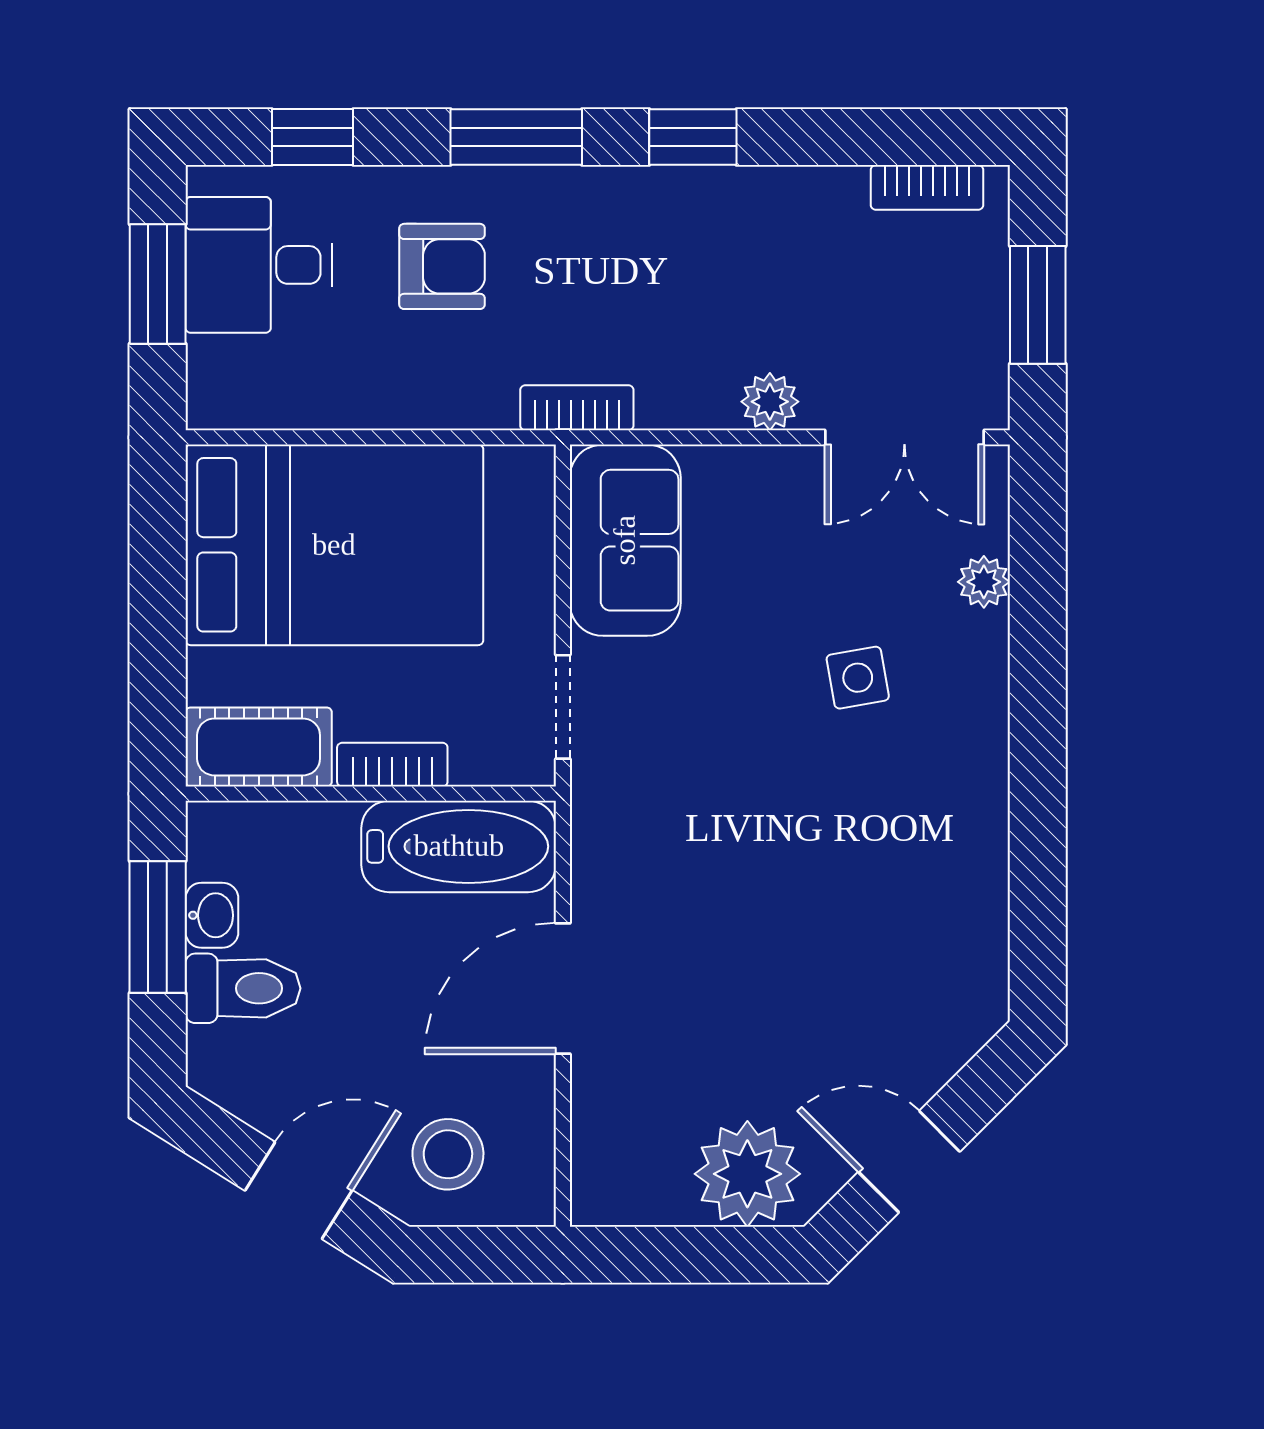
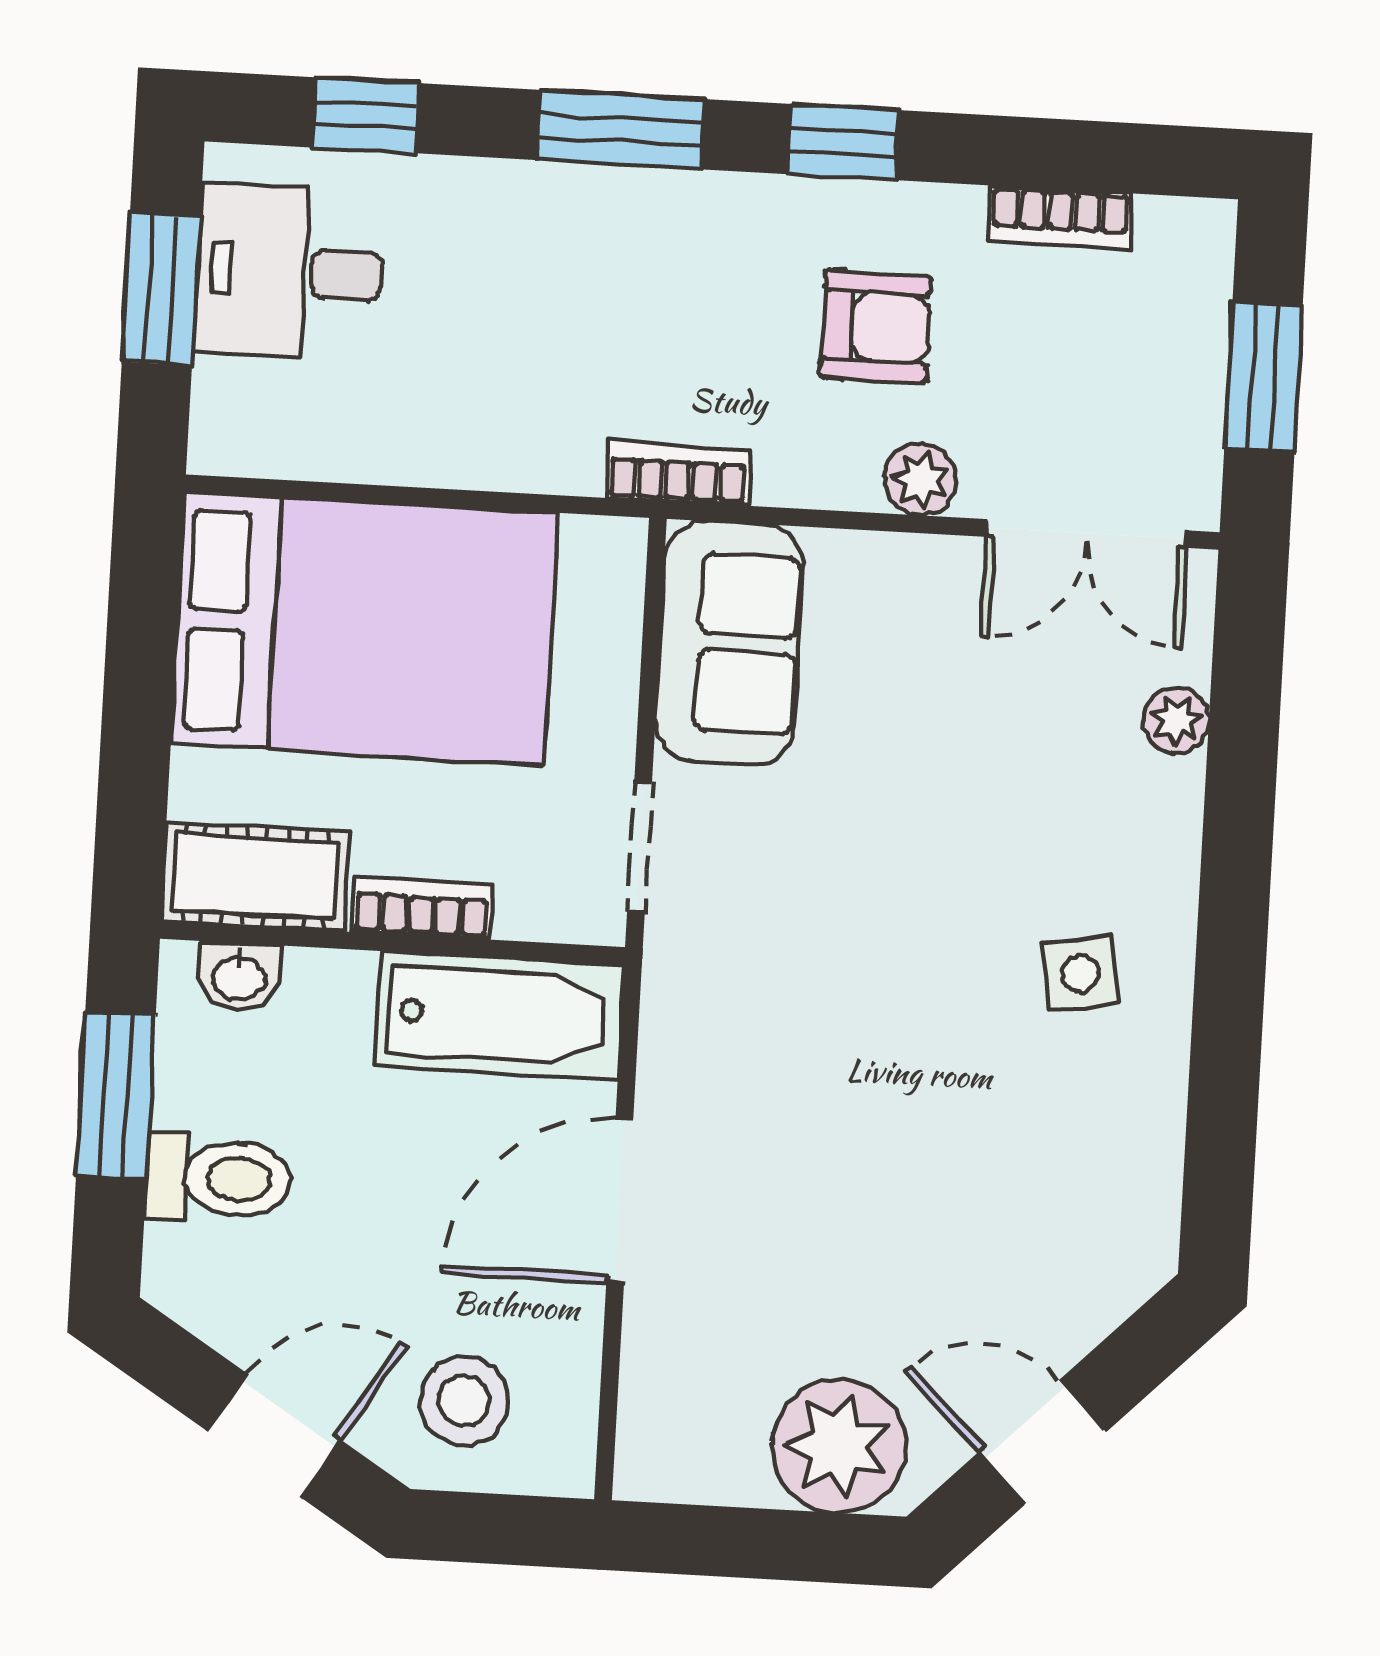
bookcase: (927, 187) -> (1060, 218), moved
armchair: (442, 266) -> (876, 327), moved
side table: (858, 678) -> (1080, 974), moved
washbasin: (212, 915) -> (239, 976), moved, turned 90

